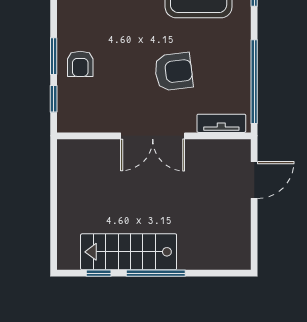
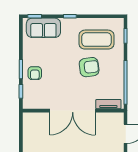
armchair: (174, 72) -> (89, 67), moved
double door: (153, 136) -> (73, 111), width x1.36

